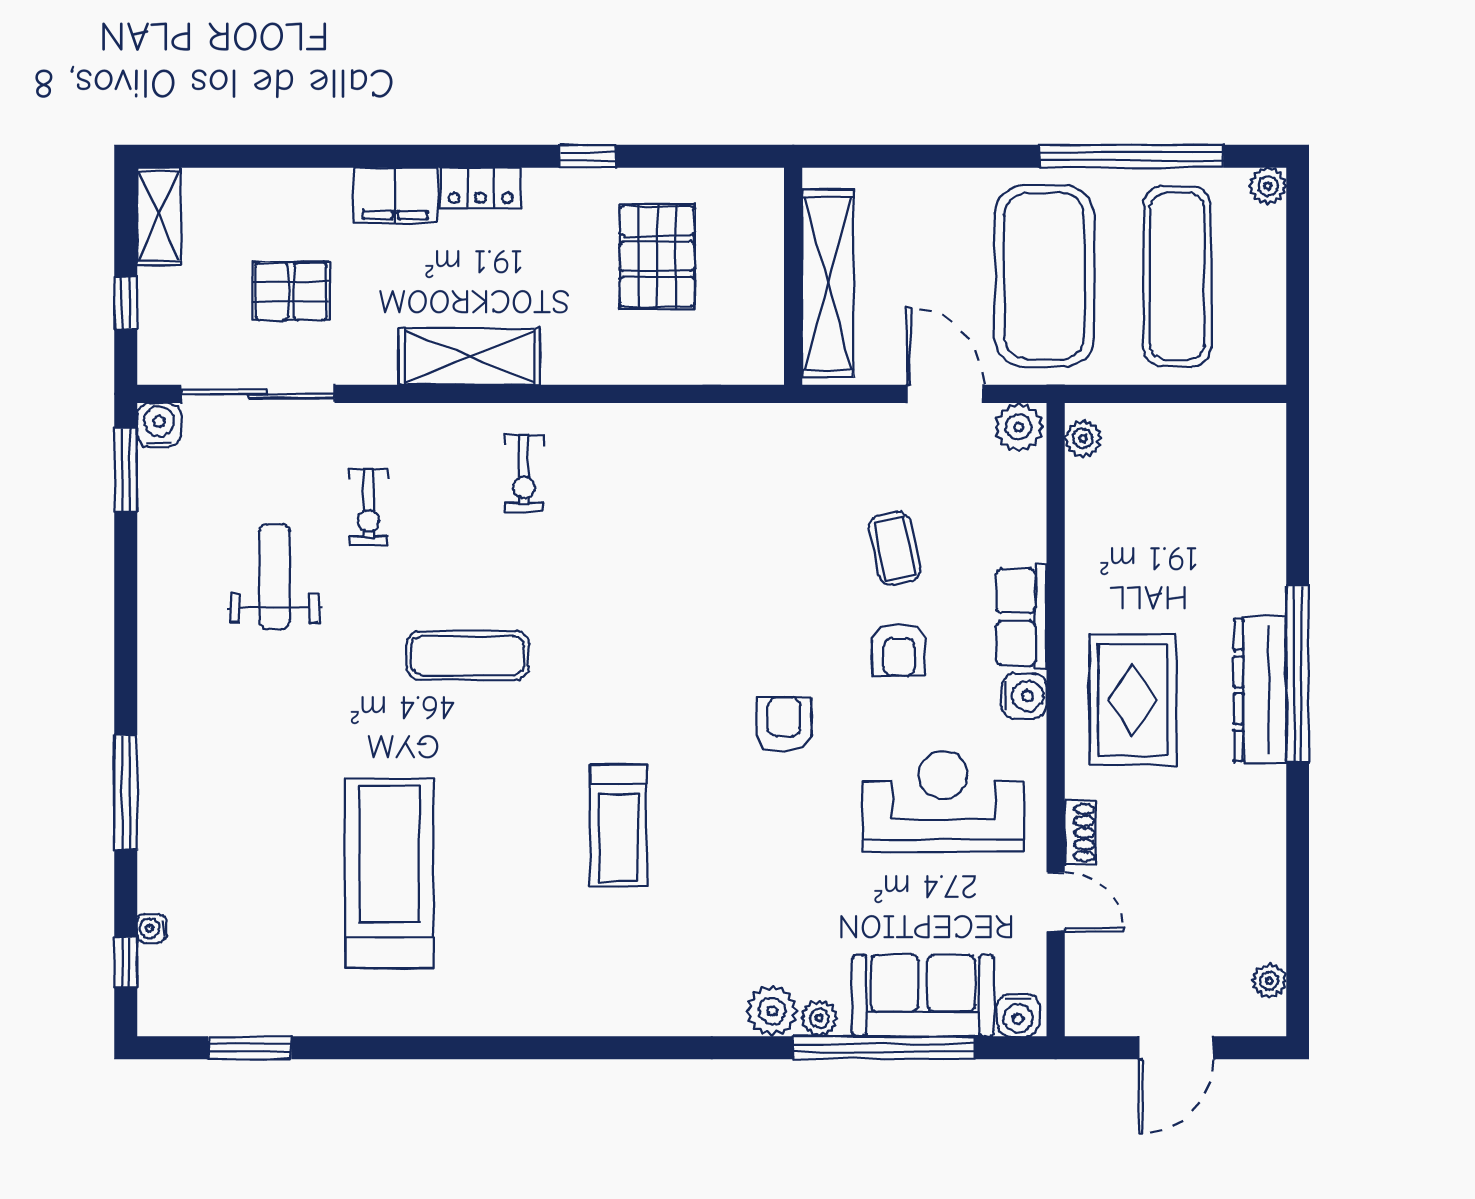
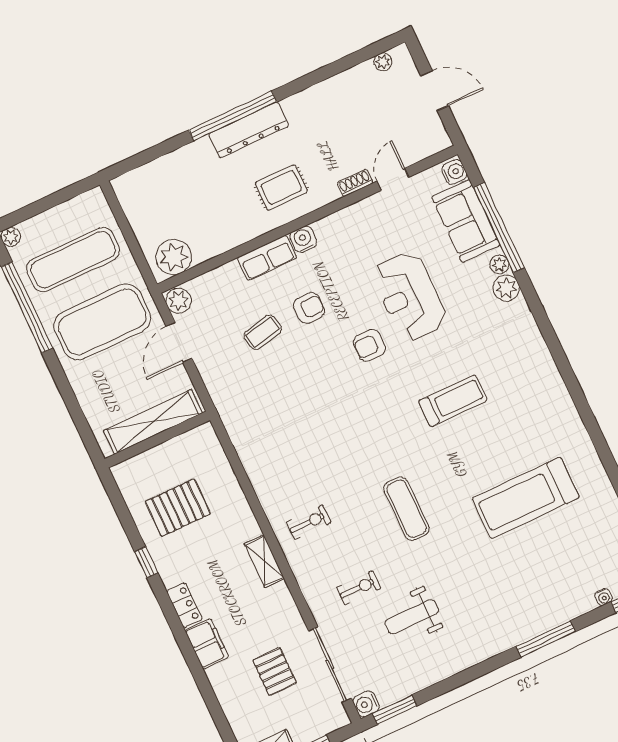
shelving: (469, 357) -> (264, 561), width x0.67, depth x0.75
plant: (1083, 438) -> (174, 257), width x1.88, depth x1.88
rug: (1133, 700) -> (281, 187), width x0.73, depth x0.70
reception desk: (943, 801) -> (409, 296), moved

